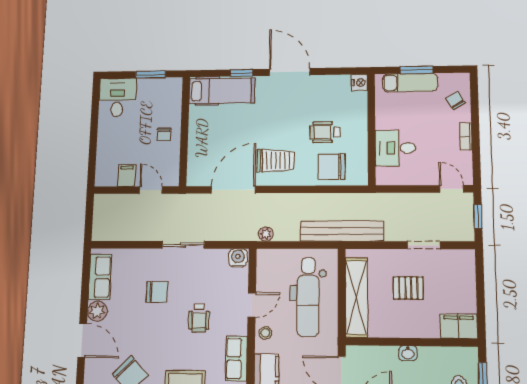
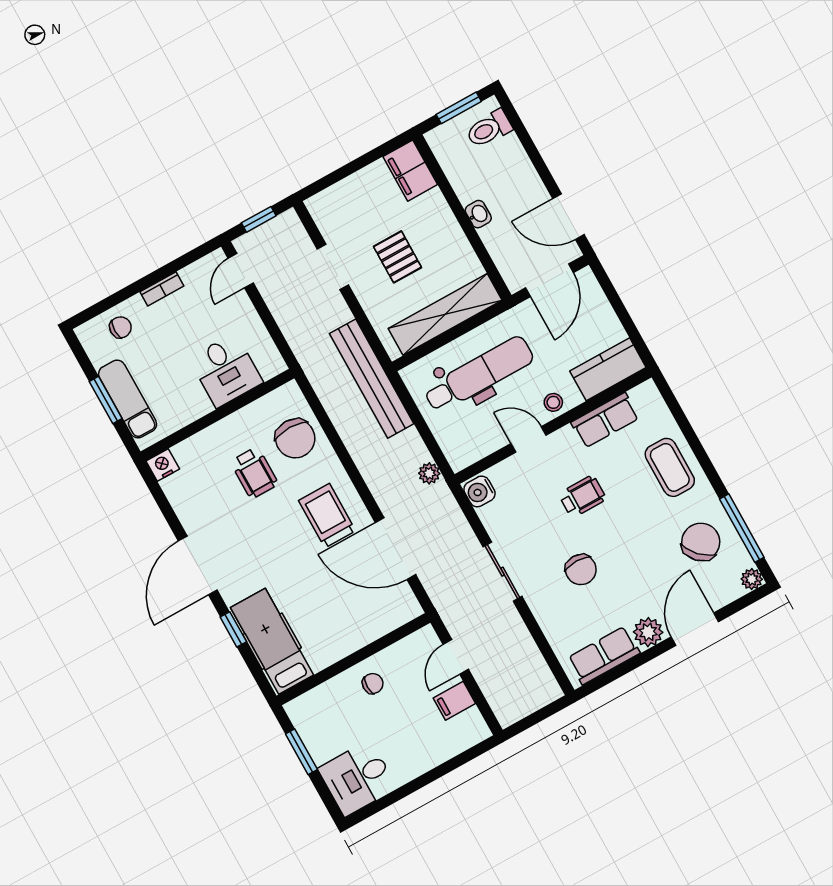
chair: (456, 101) -> (120, 327), turned -150
chair: (157, 292) -> (581, 570), turned 180

